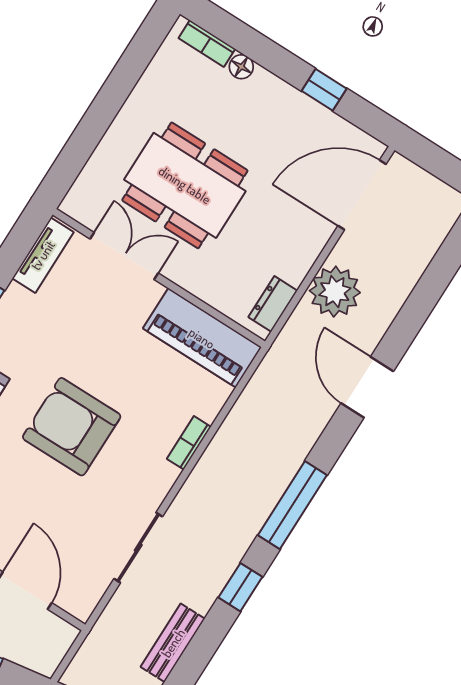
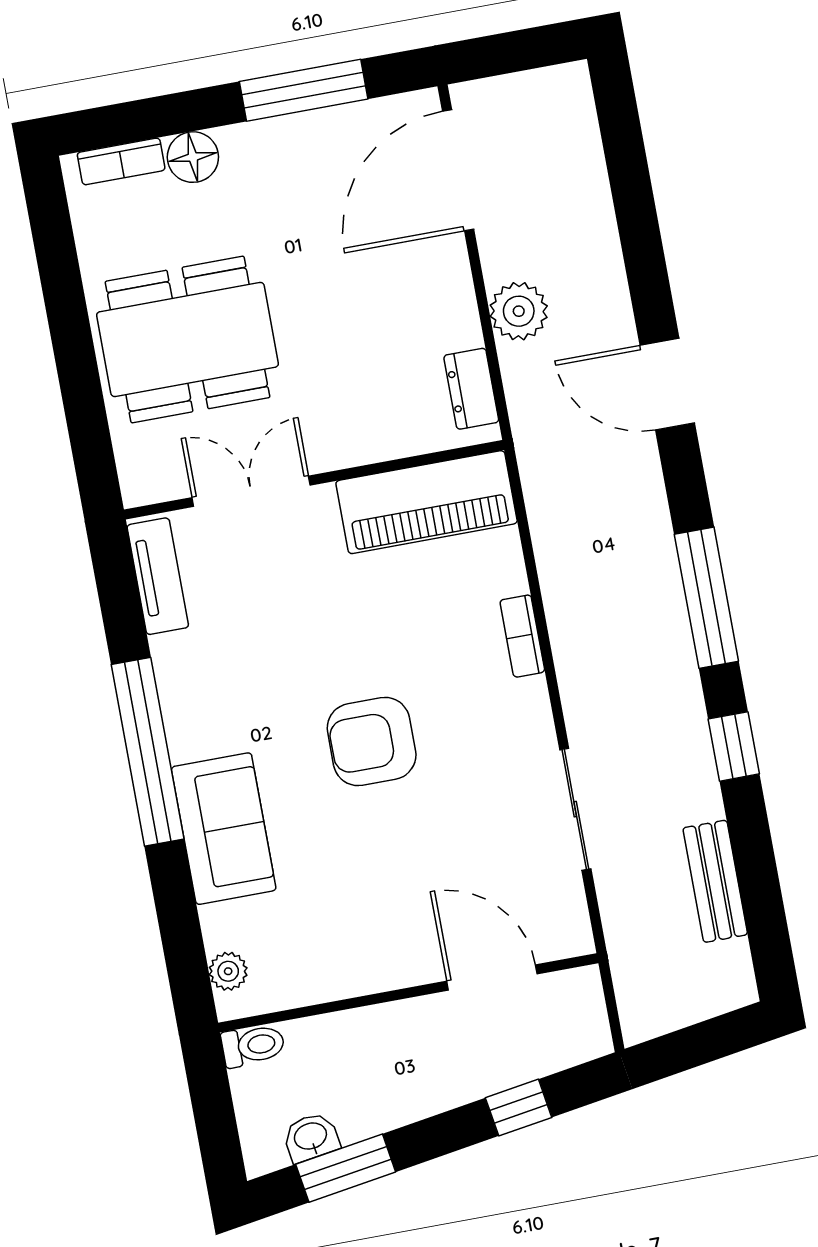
floor lamp: (241, 67) -> (193, 157), width x1.37, depth x1.37
window: (324, 90) -> (304, 90), width x2.17
dining table: (185, 185) -> (187, 339), moved
plant: (335, 292) -> (519, 311), width x0.73, depth x0.73
armchair: (72, 427) -> (372, 742), width x0.73, depth x0.73

